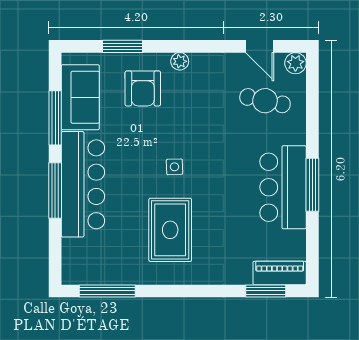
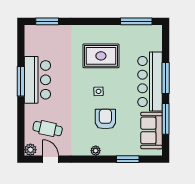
armchair: (143, 88) -> (105, 119), moved
rug: (170, 230) -> (101, 56), turned 90
piano: (280, 273) -> (39, 32), removed

